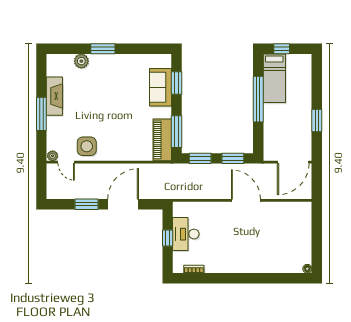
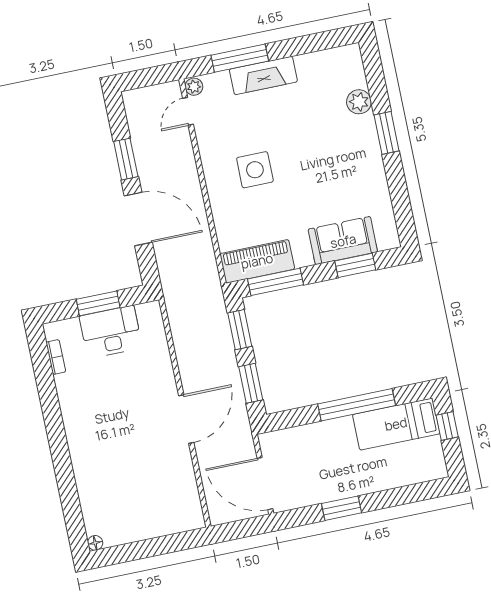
fireplace: (54, 96) -> (263, 75), moved
window: (41, 114) -> (240, 58), moved
side table: (87, 146) -> (255, 170), moved
window: (168, 238) -> (98, 303), width x1.50

